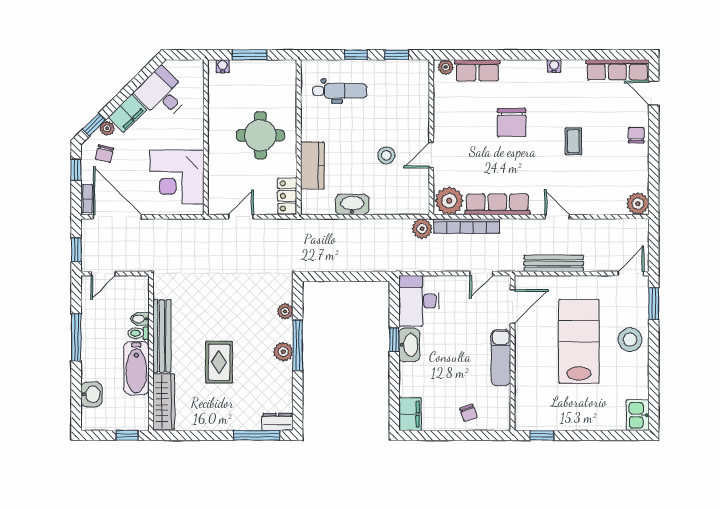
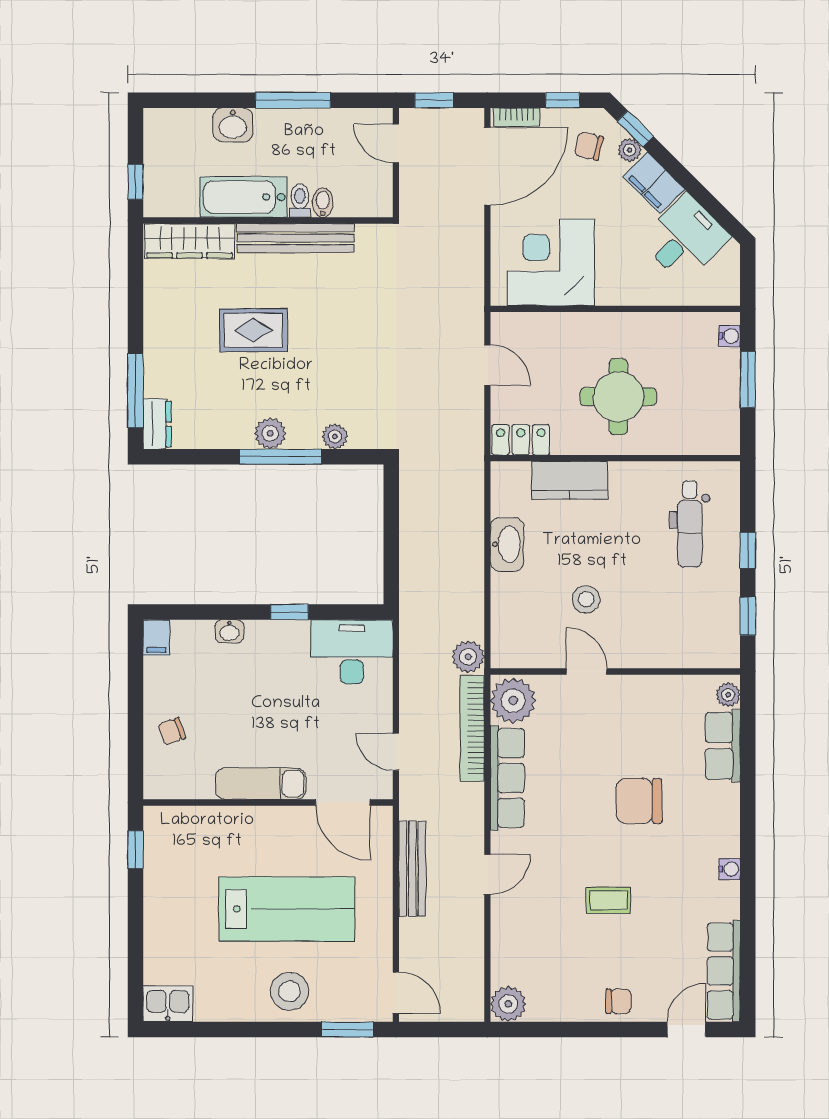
washbasin: (409, 345) -> (229, 631), moved, width x0.52, depth x0.69
washbasin: (91, 394) -> (233, 125), moved
filing cabinet: (410, 414) -> (156, 637), width x0.50

